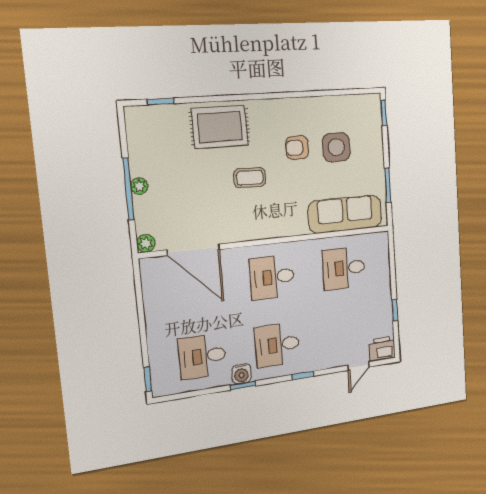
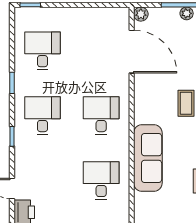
sofa: (345, 214) -> (148, 158), moved
door: (193, 250) -> (132, 52), swing flipped
water cooler: (241, 374) -> (22, 83), removed

